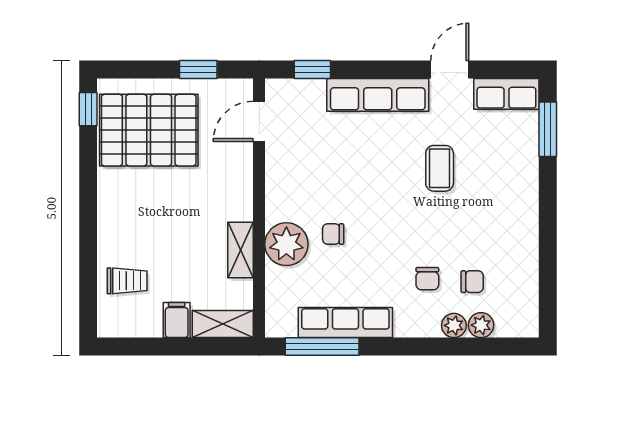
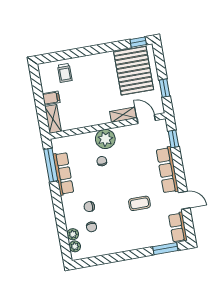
plant: (286, 244) -> (105, 139), moved
shelving: (241, 250) -> (123, 115), moved
plant: (454, 325) -> (75, 246), moved

